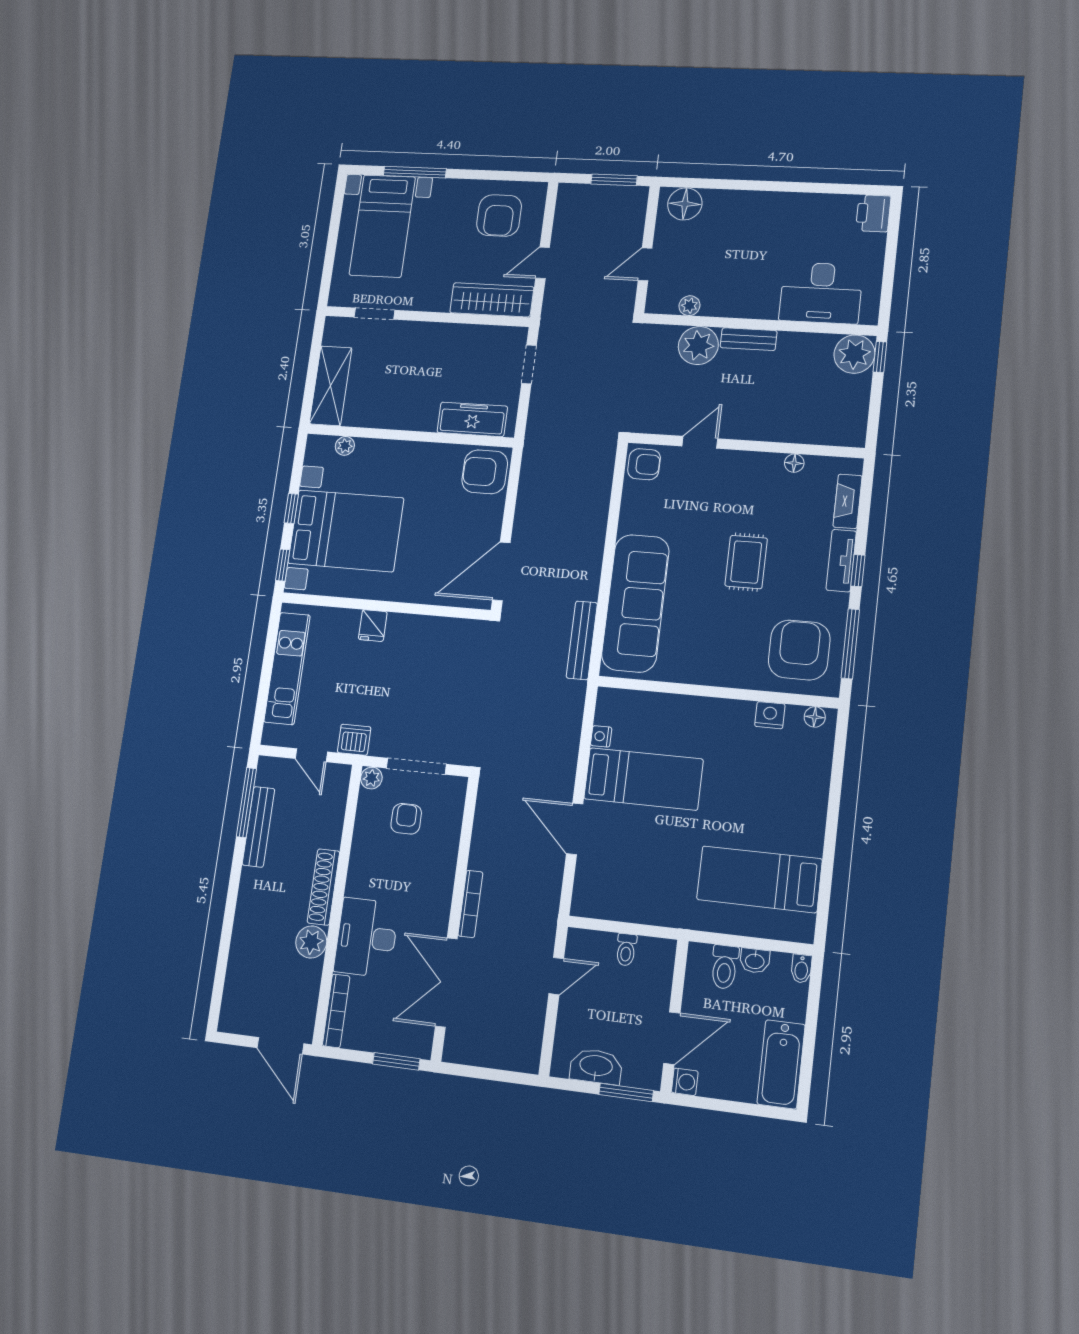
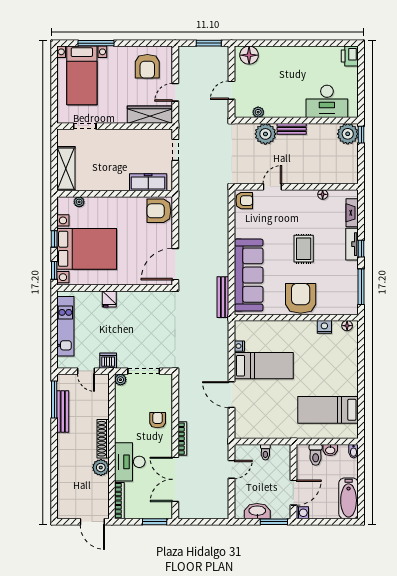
armchair: (799, 650) -> (301, 298), moved
armchair: (406, 819) -> (158, 420), moved

